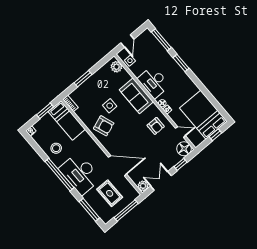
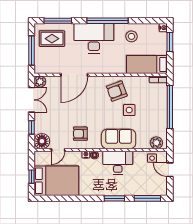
window: (83, 79) -> (170, 107), width x2.11
window: (45, 111) -> (170, 42), moved
rug: (110, 193) -> (52, 39), moved

